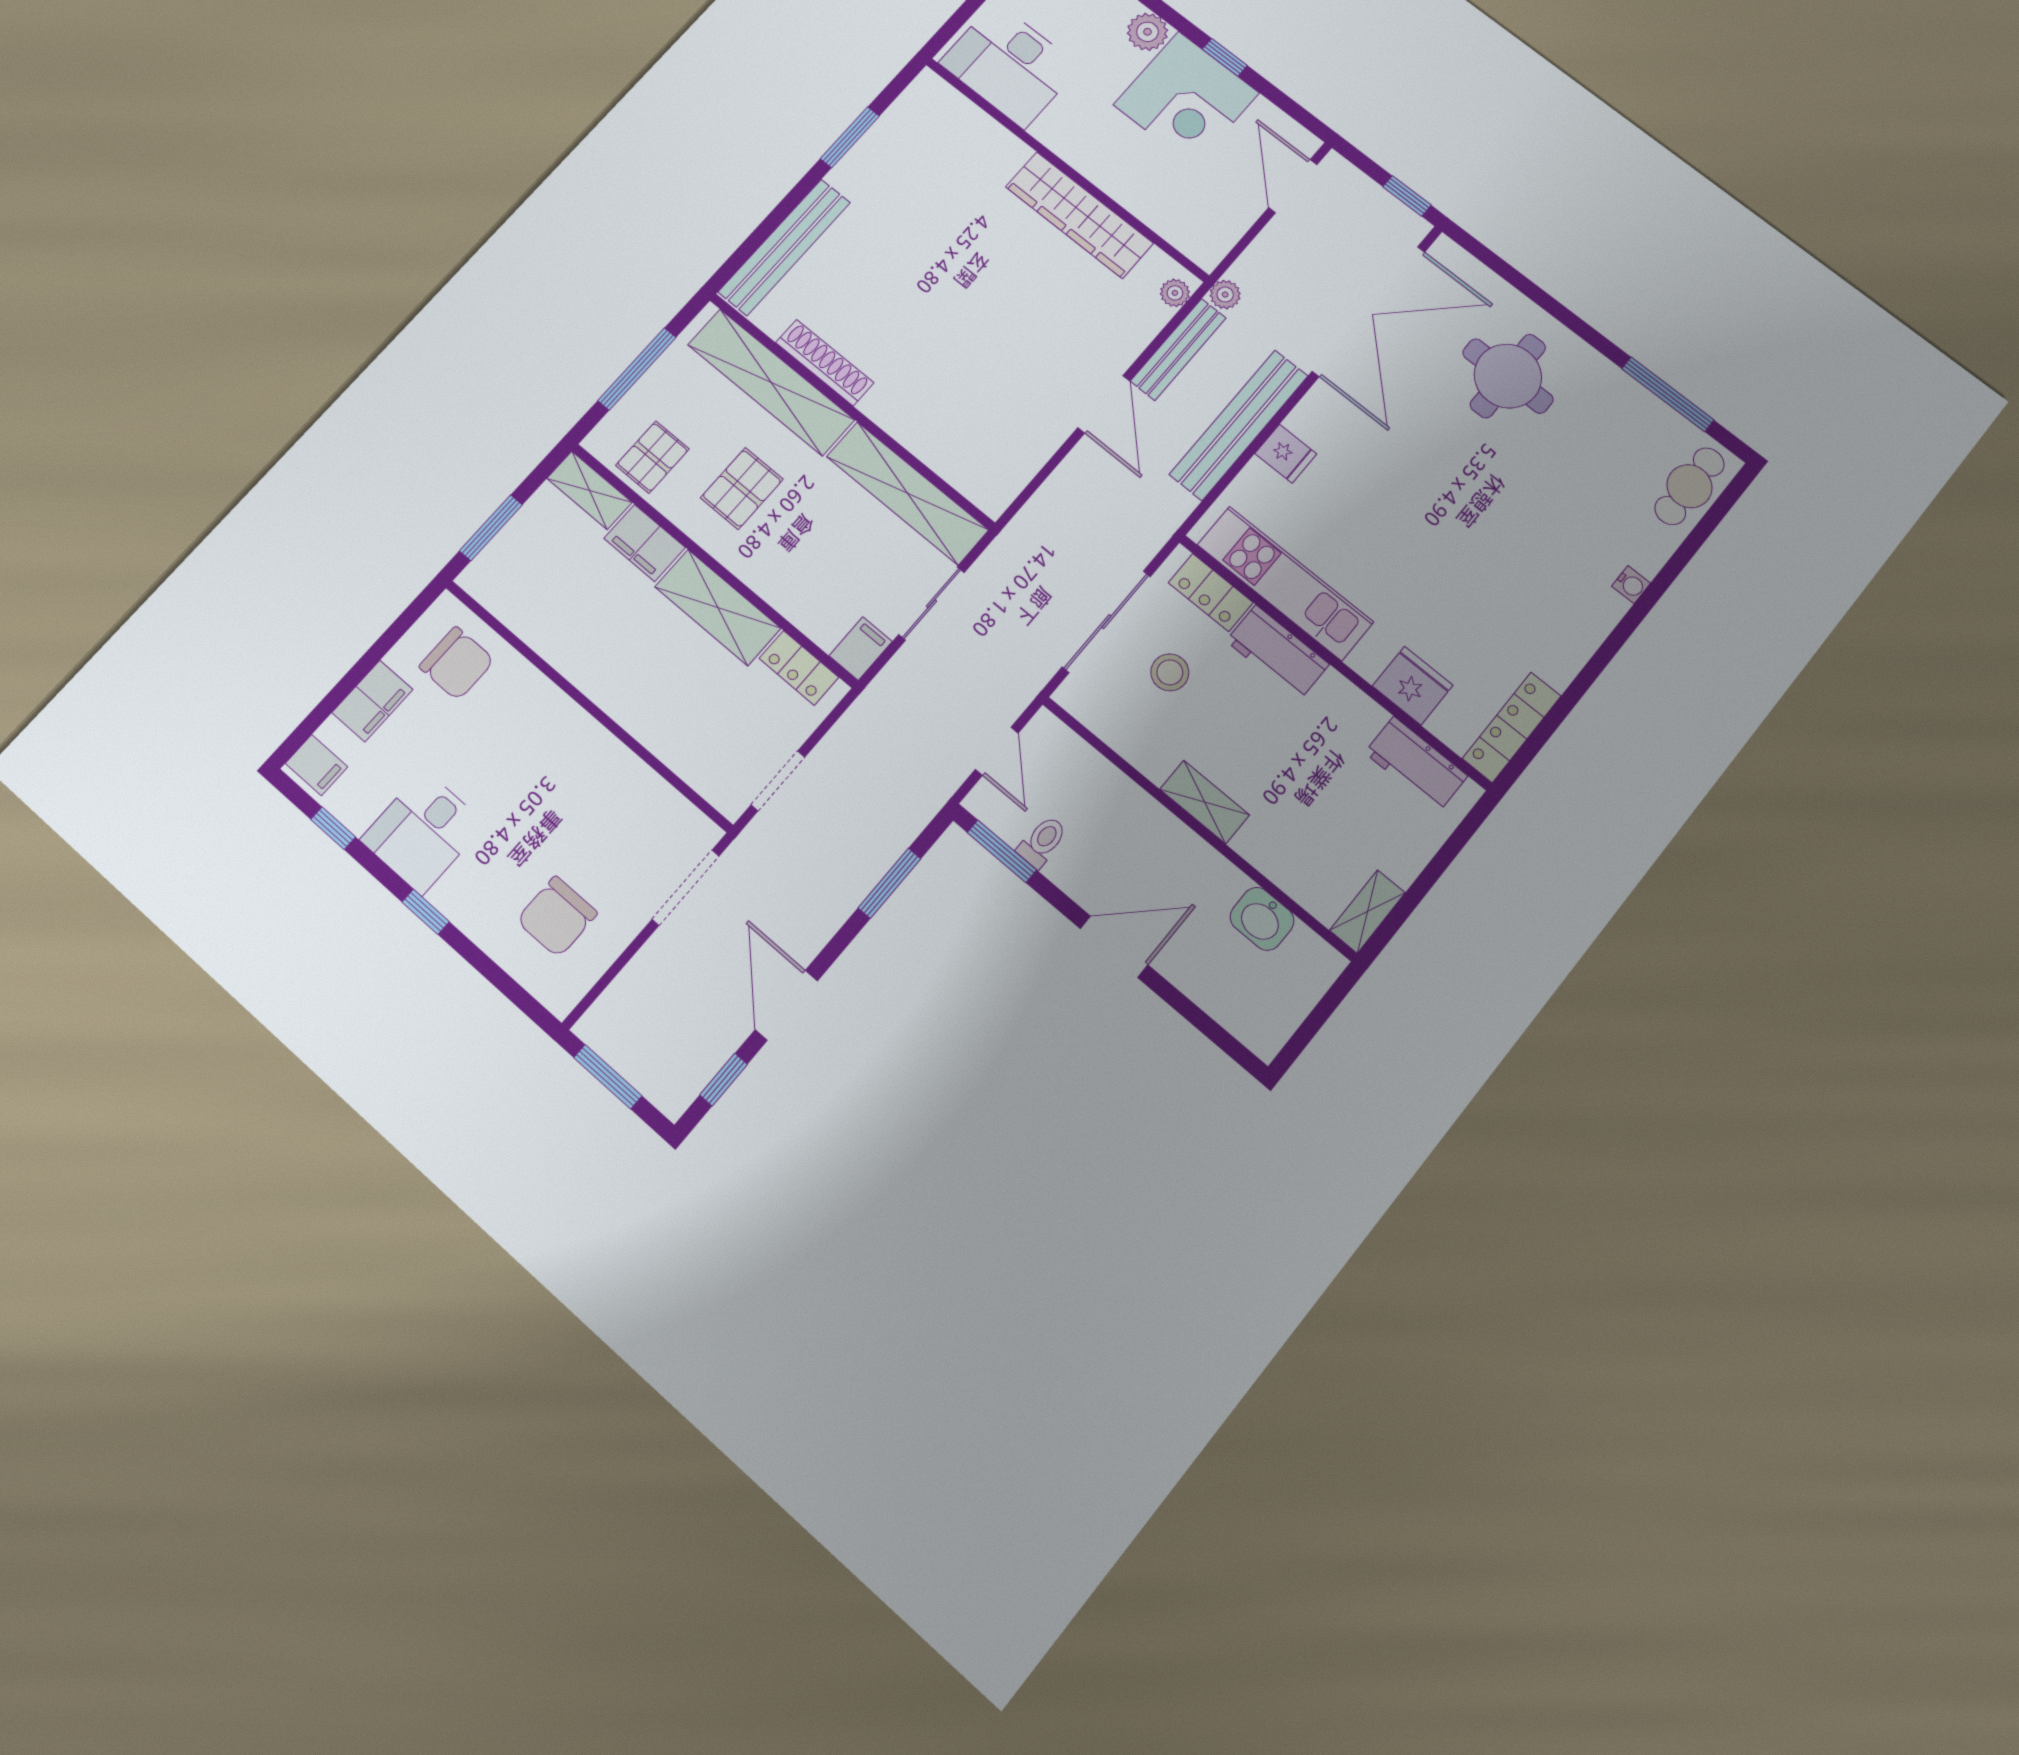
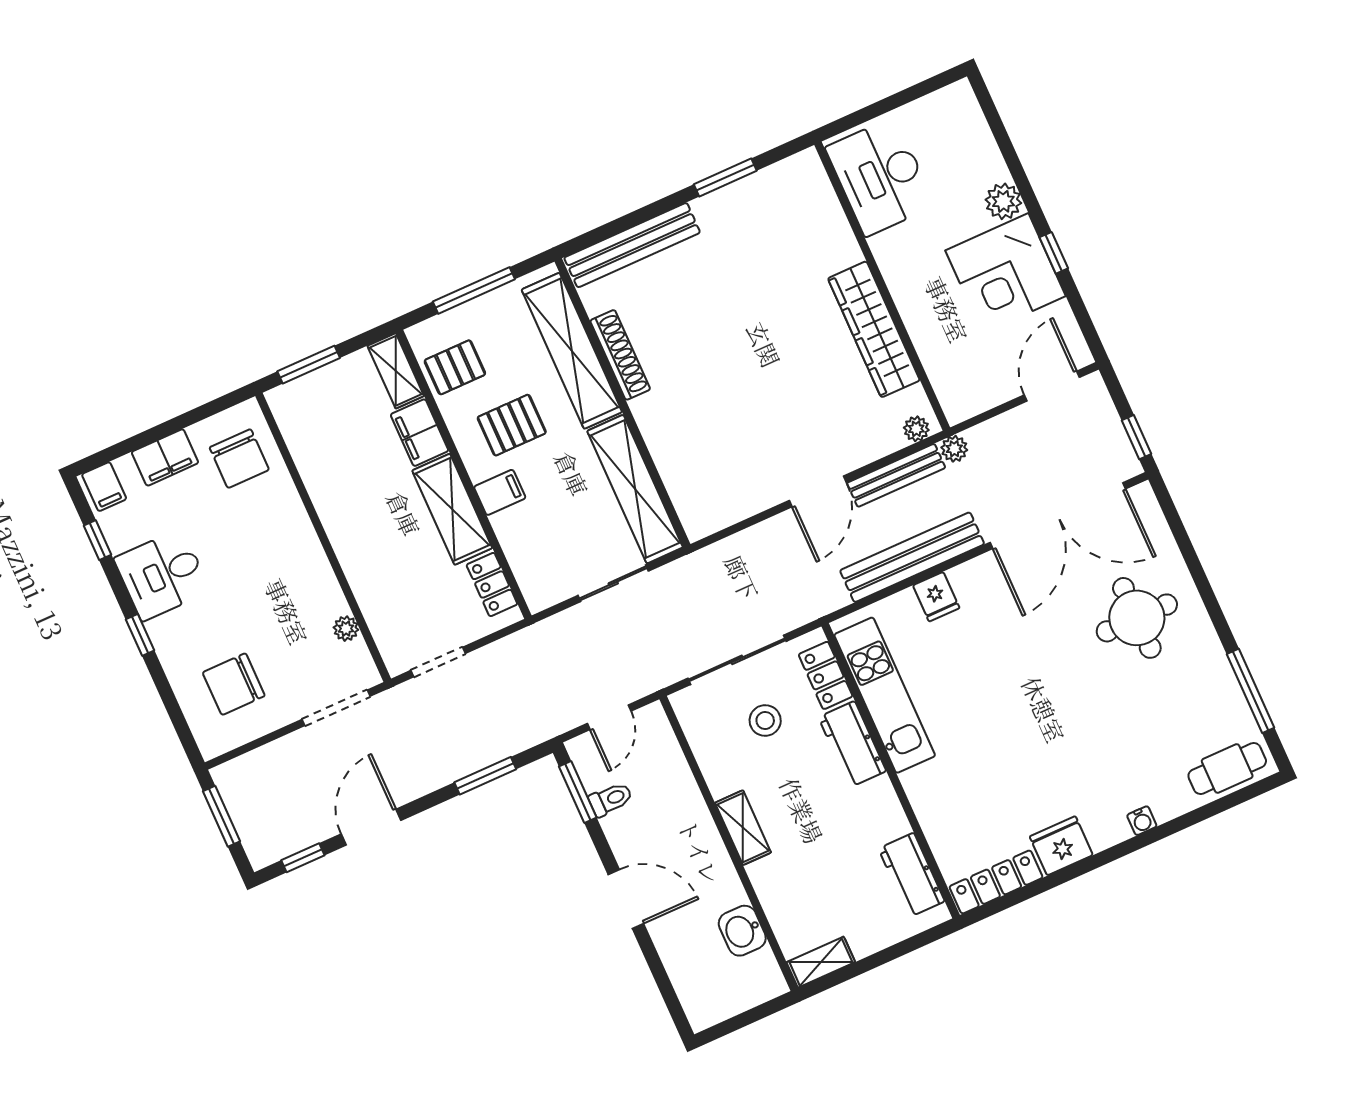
filing cabinet: (861, 649) -> (500, 492), moved
fridge: (1413, 686) -> (1061, 846), moved, turned -90
plant: (658, 793) -> (346, 629), added

